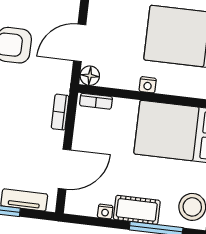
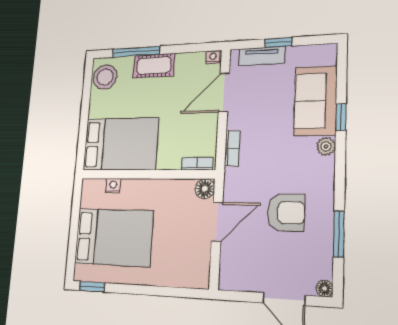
nightstand: (148, 85) -> (113, 186), moved
nightstand: (105, 211) -> (213, 57), moved

